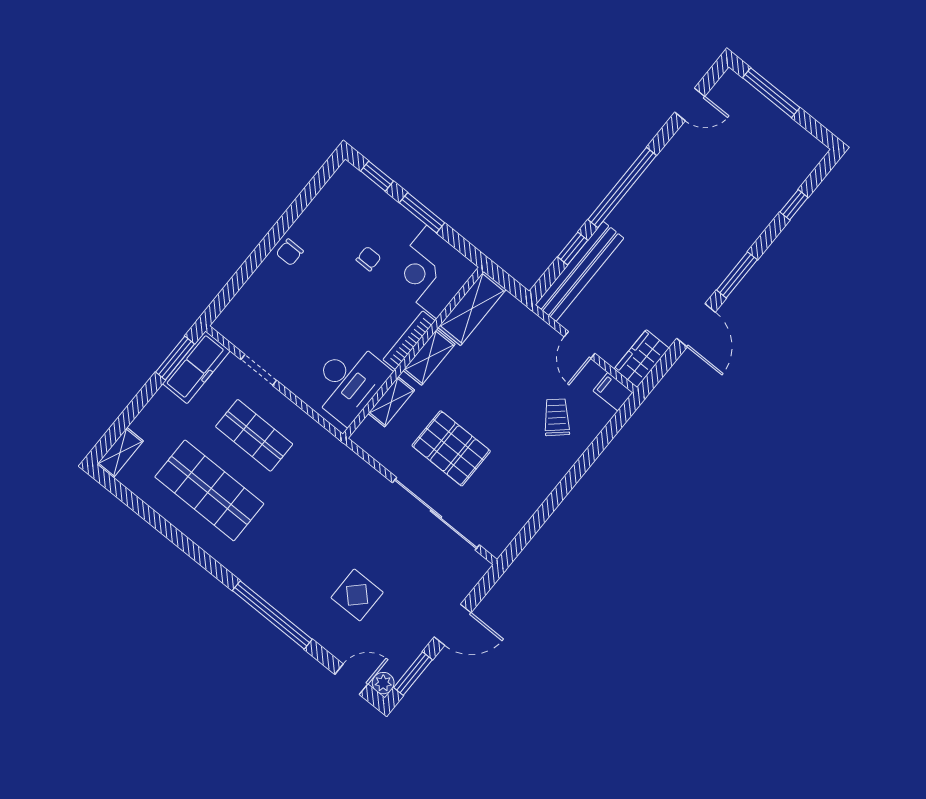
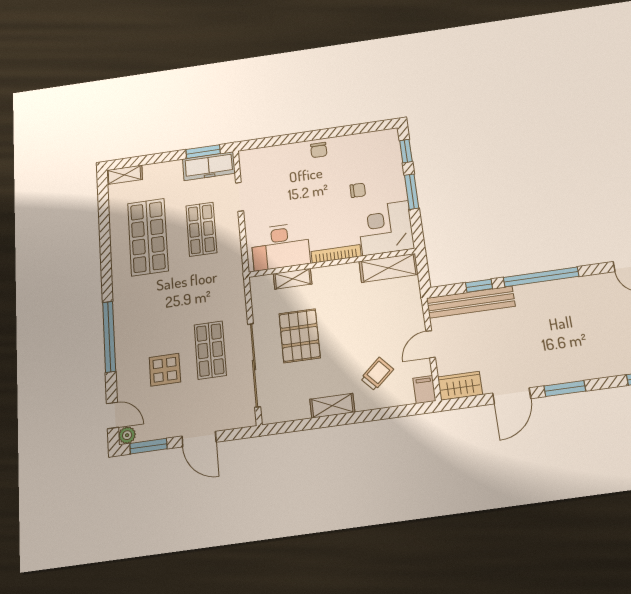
chair: (290, 252) -> (319, 150), turned -90
shelving: (429, 357) -> (332, 406), moved
shop shelf: (381, 538) -> (210, 350), added

